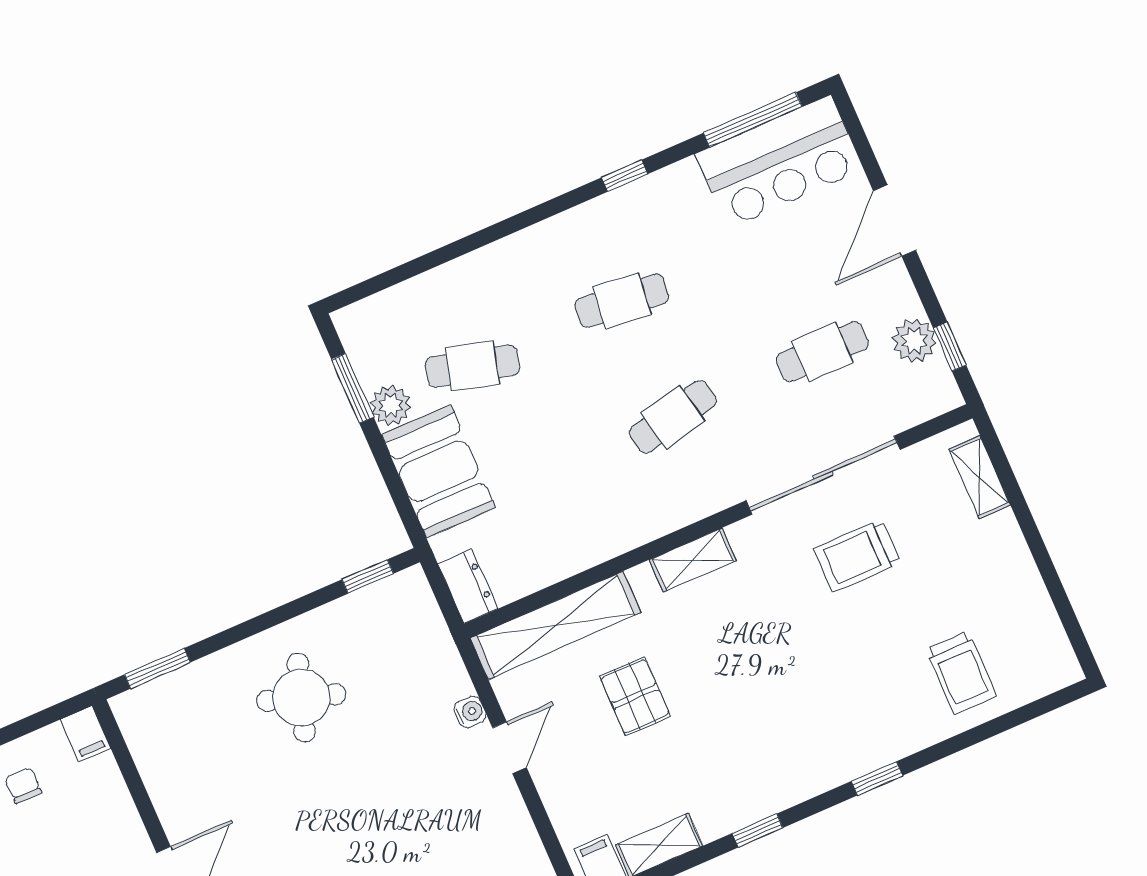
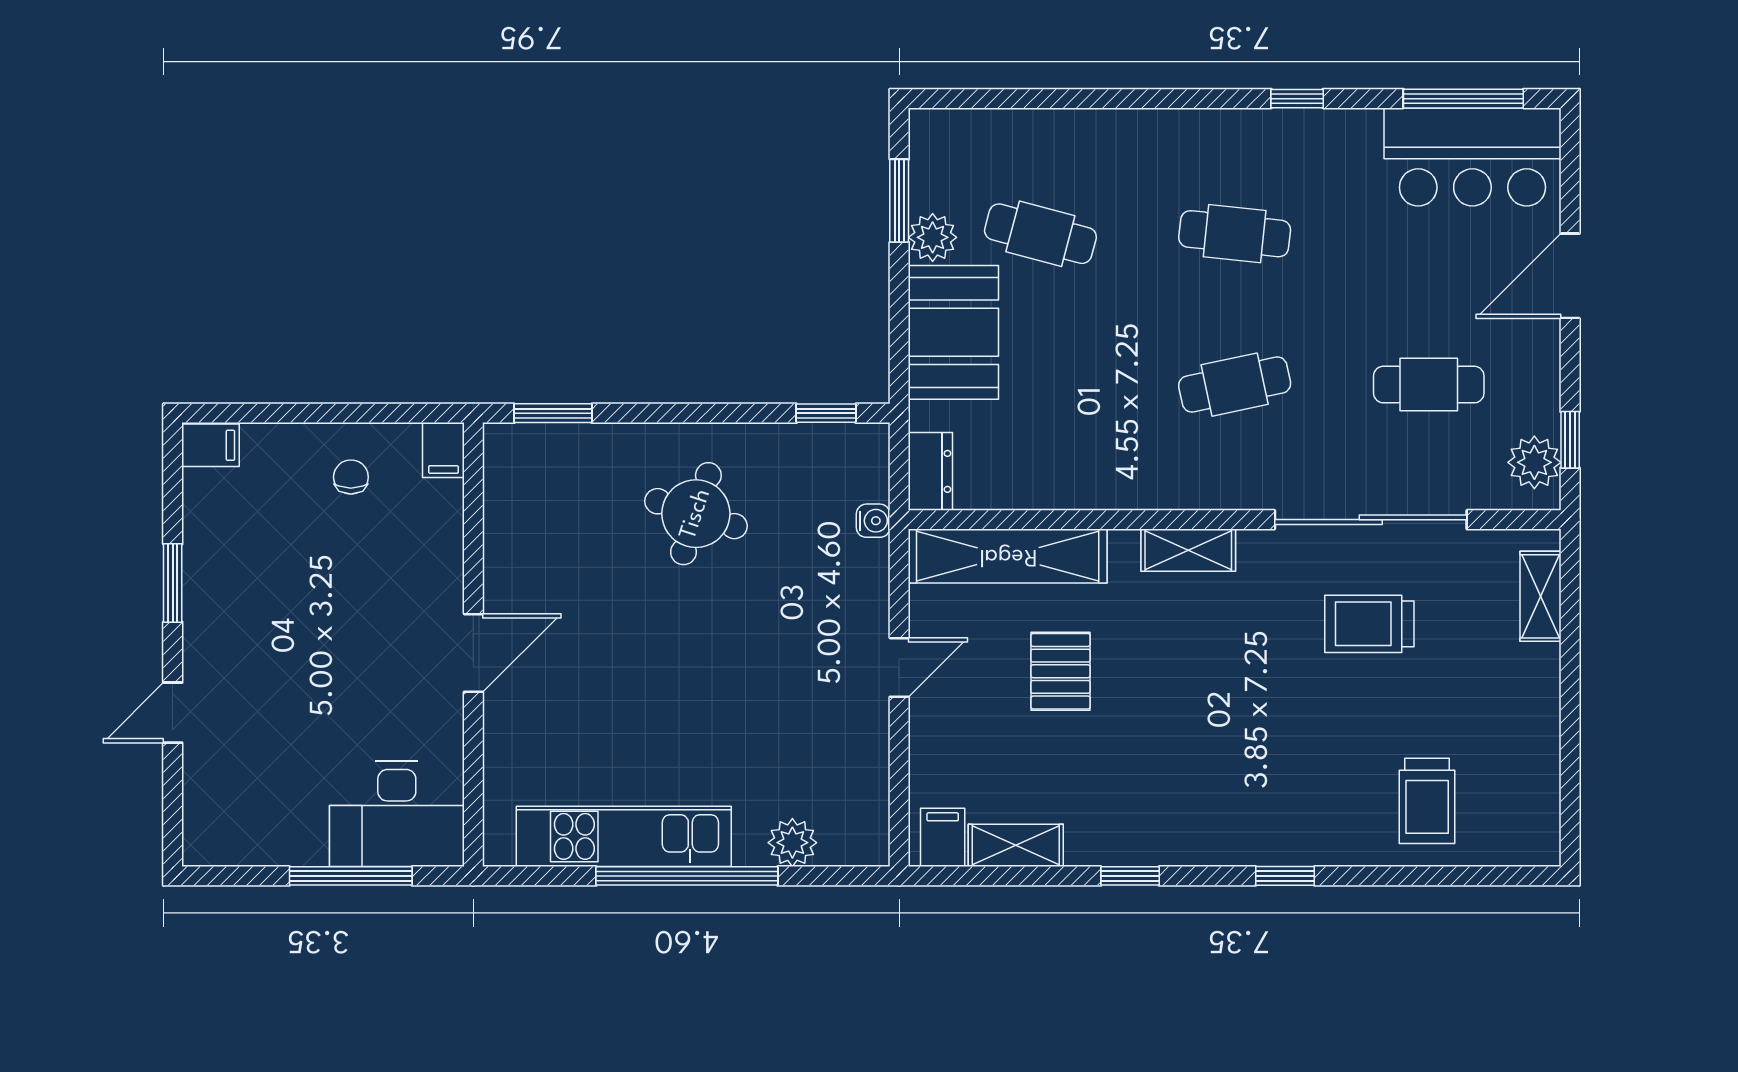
plant: (914, 341) -> (1534, 462), moved
water cooler: (470, 712) -> (873, 521), moved

